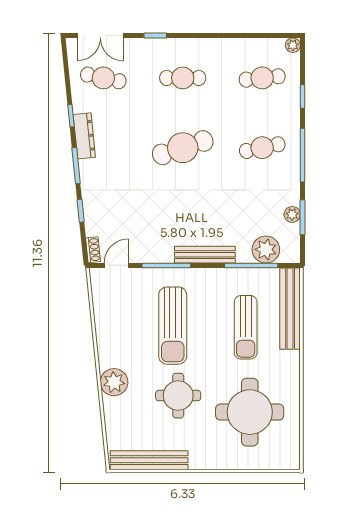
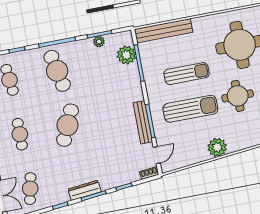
dresser: (84, 136) -> (85, 190), moved
cafe table: (183, 148) -> (68, 125), turned 42
cafe table: (262, 148) -> (57, 71), width x1.37, depth x1.35
bench: (205, 255) -> (143, 122), moved
door: (116, 265) -> (157, 155), swing flipped
sun lounger: (246, 327) -> (187, 74), moved
plant: (114, 382) -> (217, 147), moved

